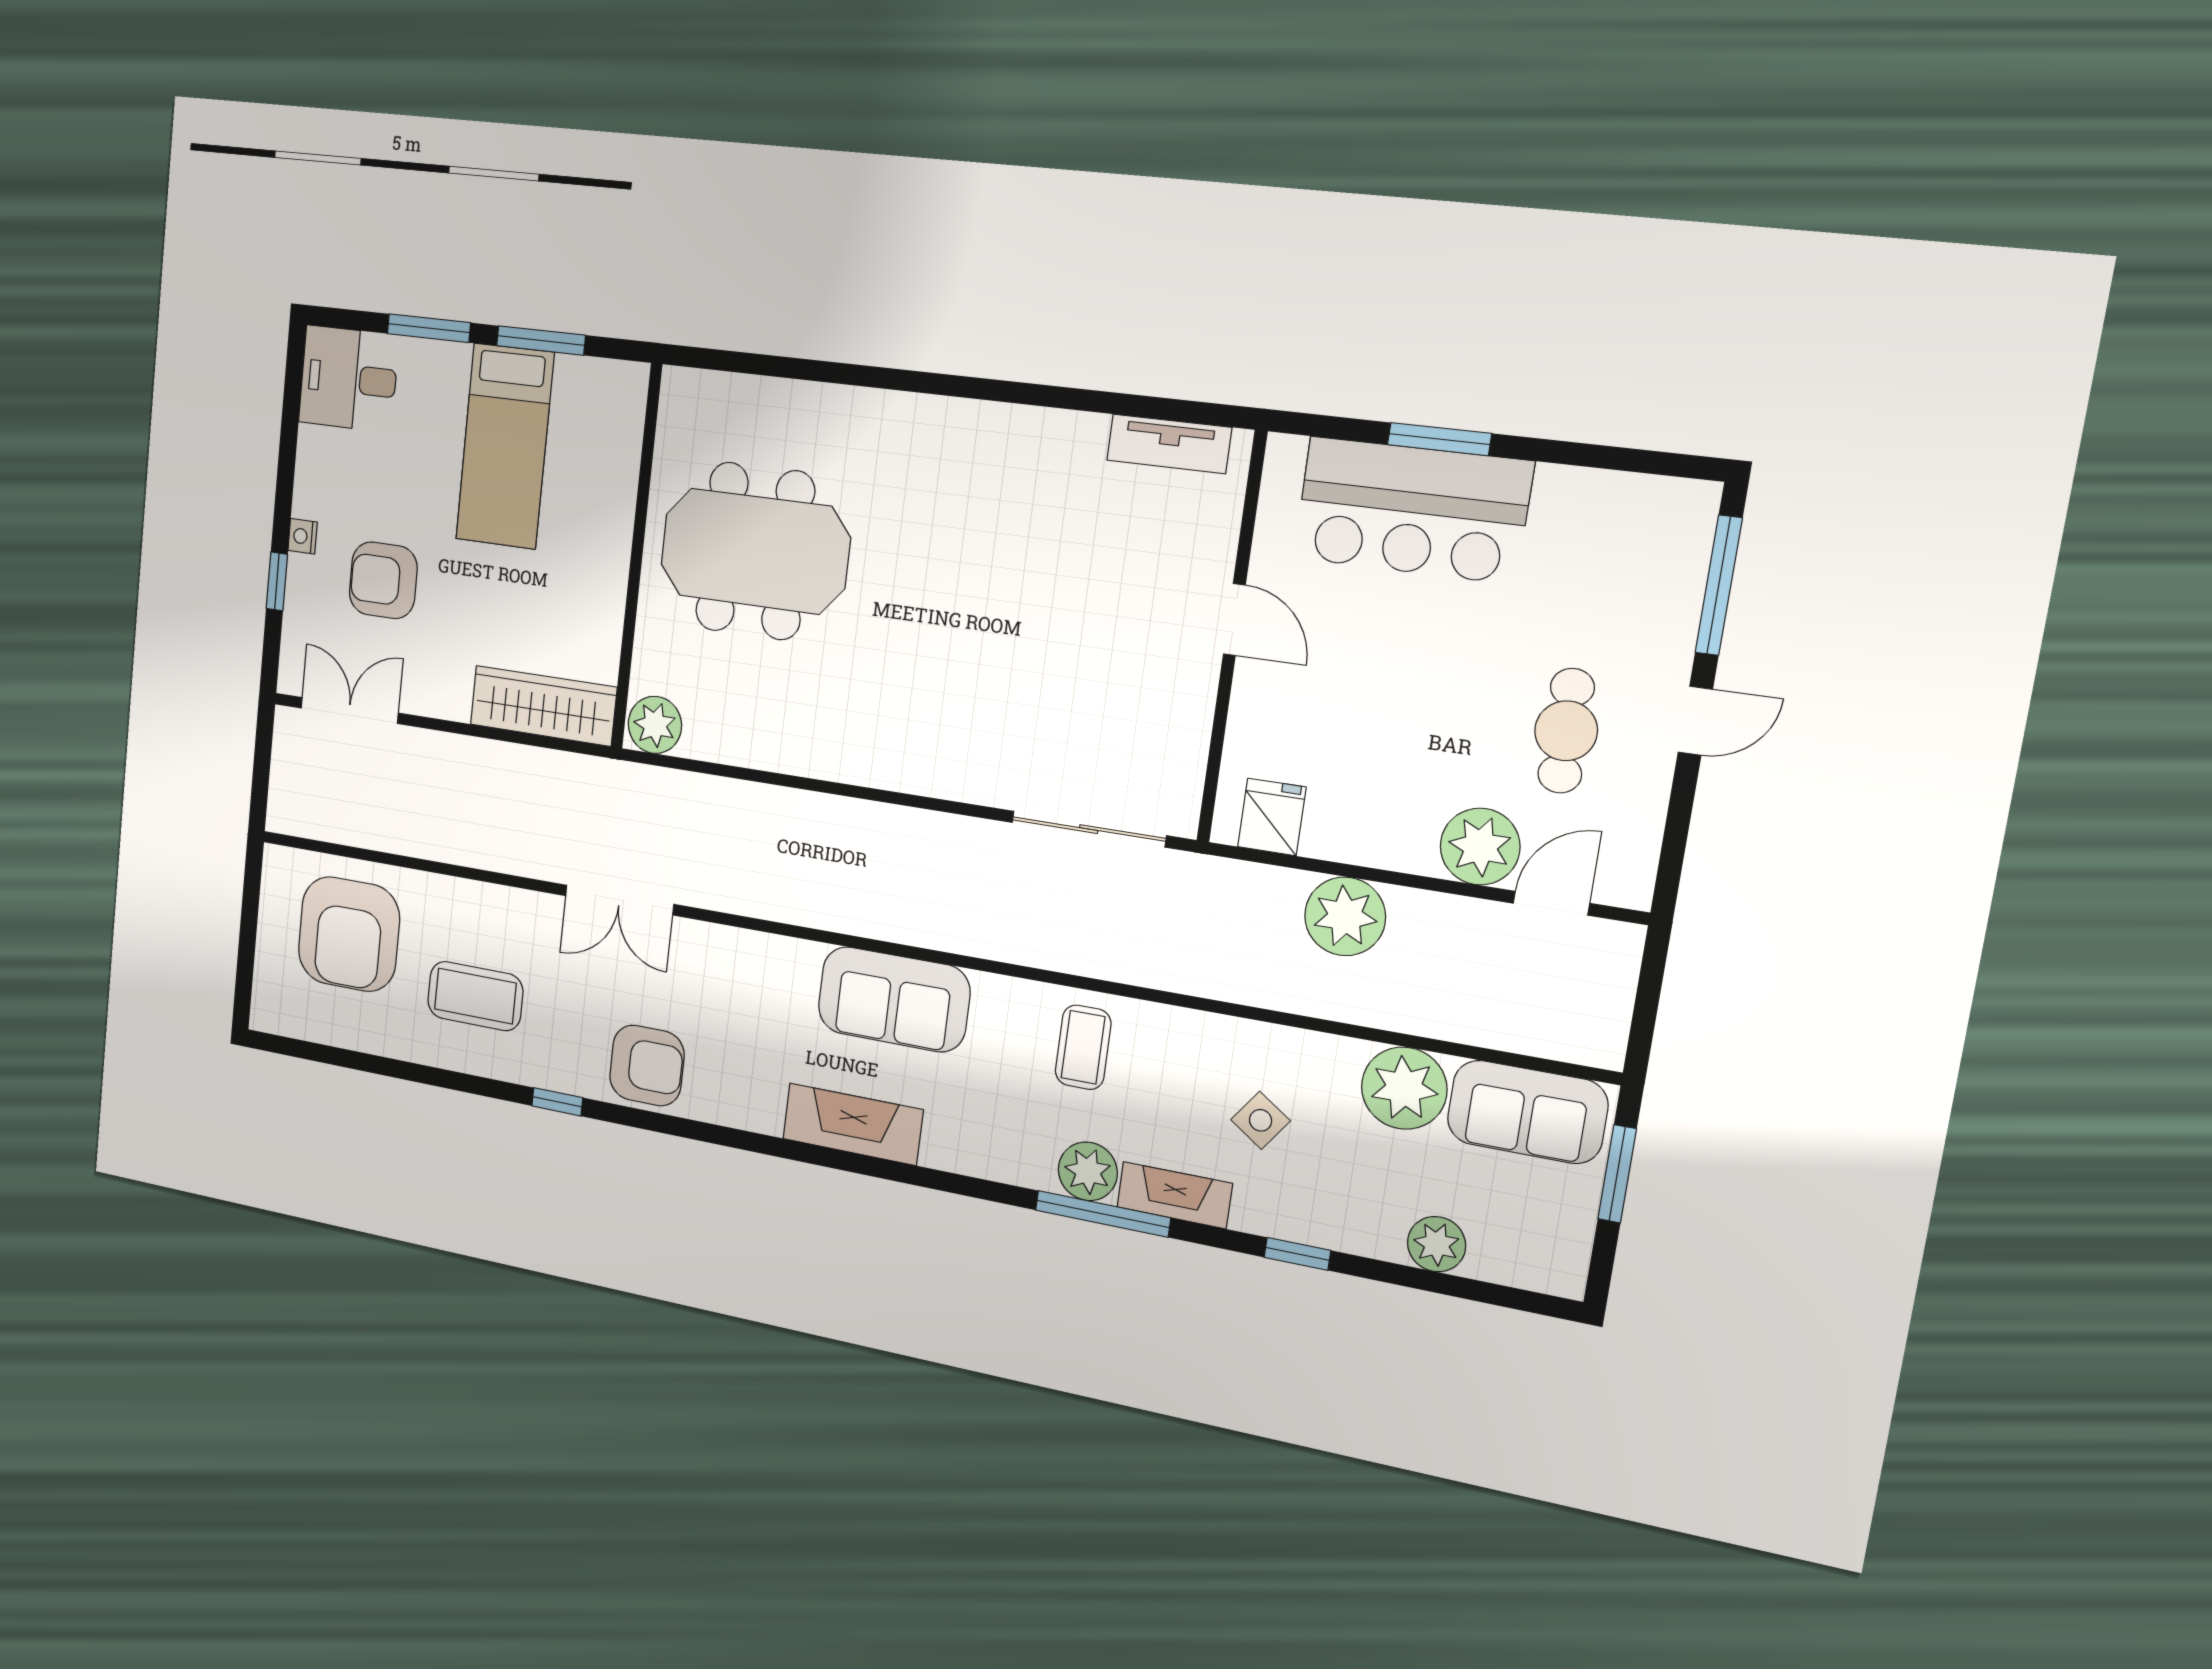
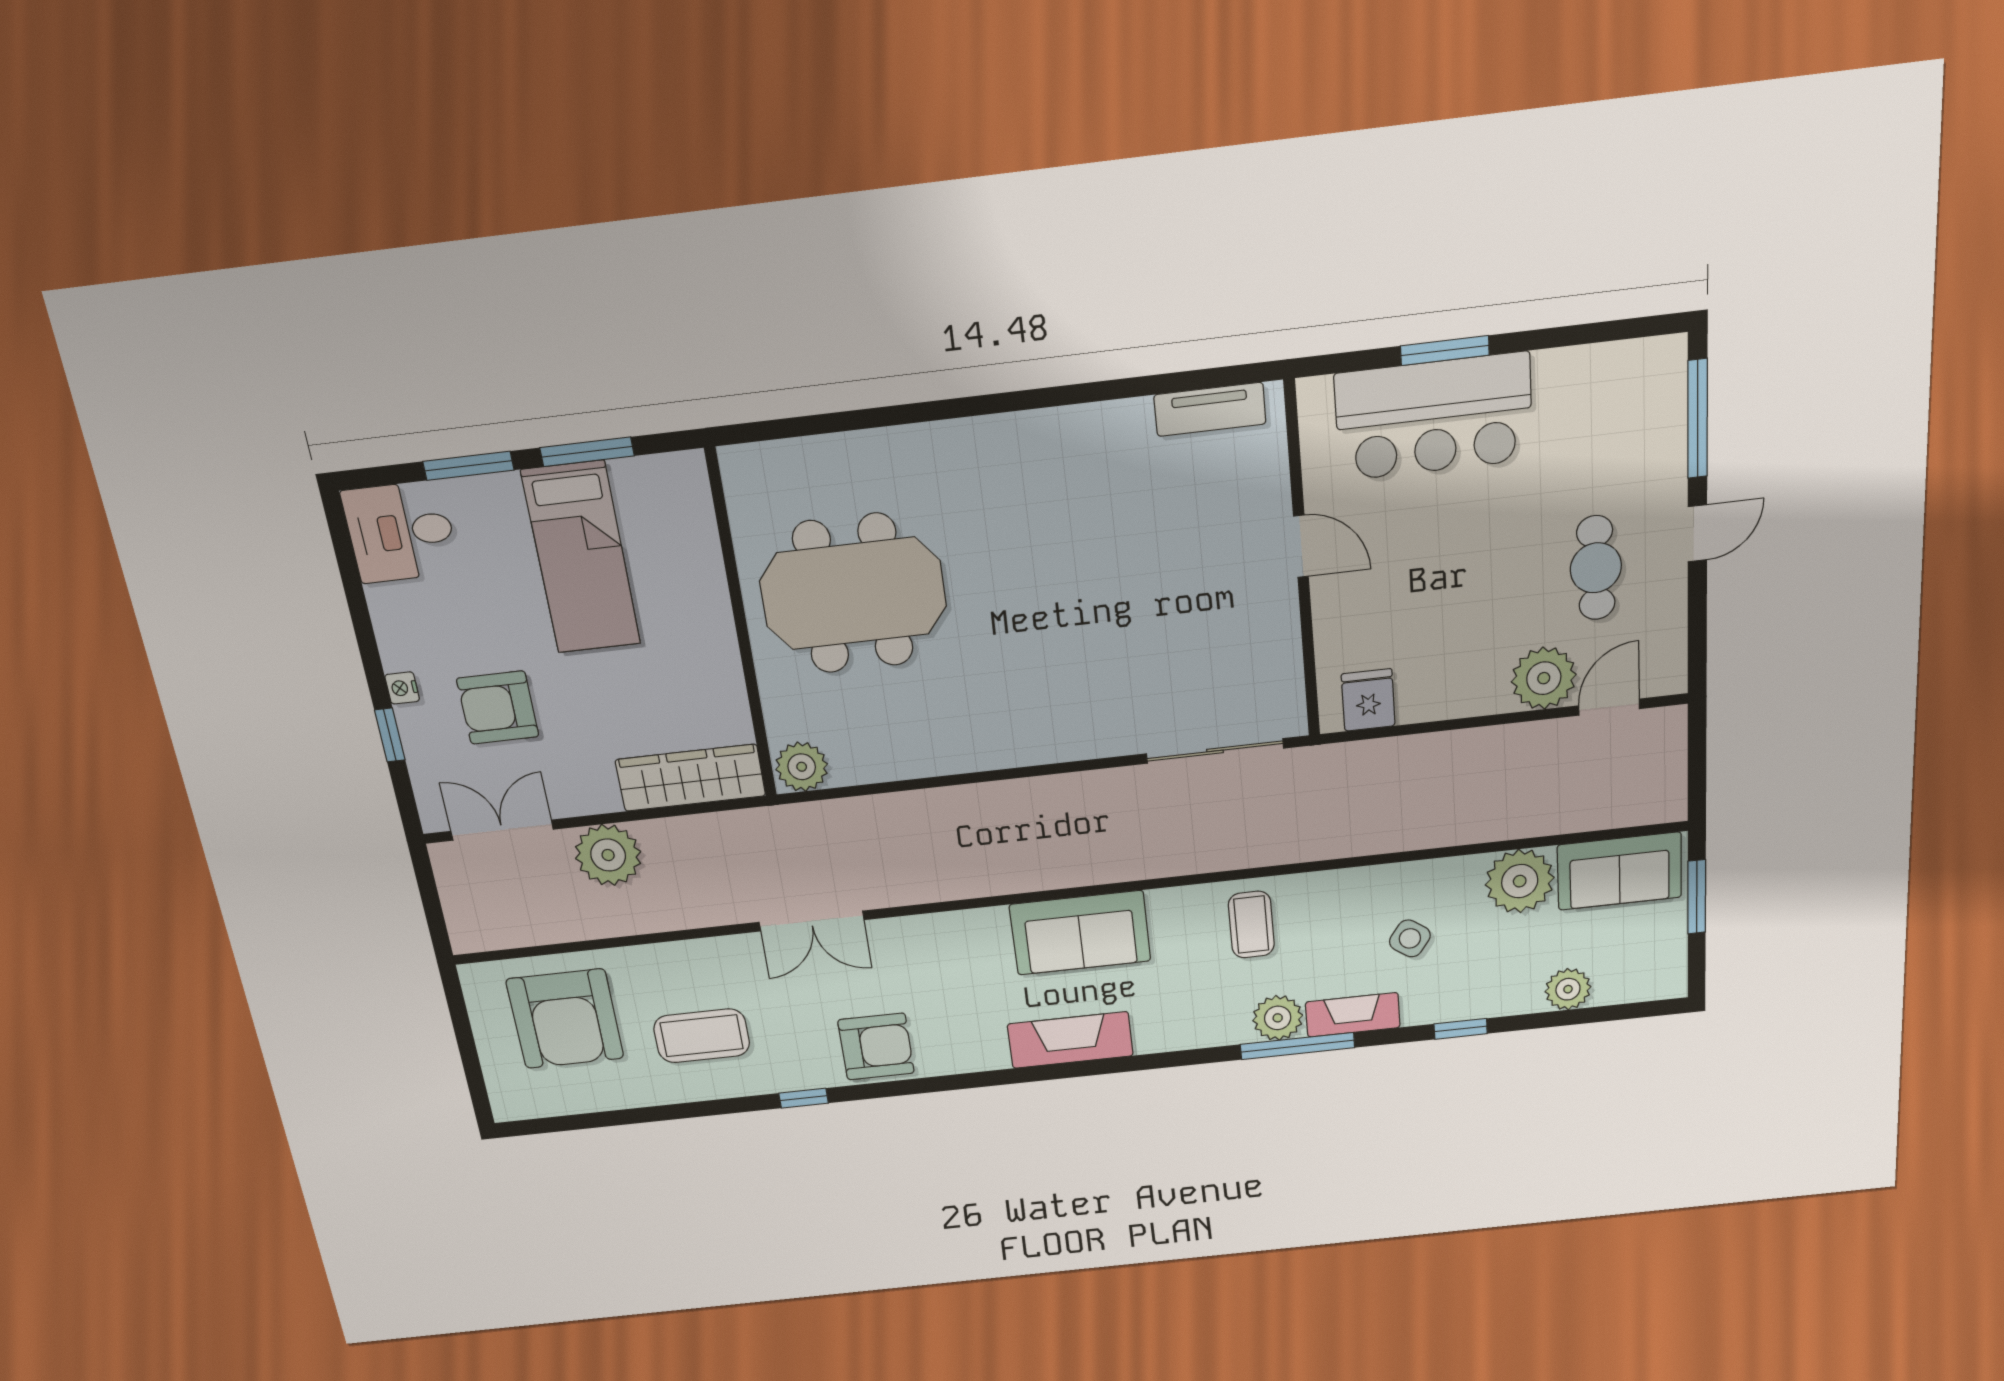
plant: (1345, 916) -> (608, 855), moved

